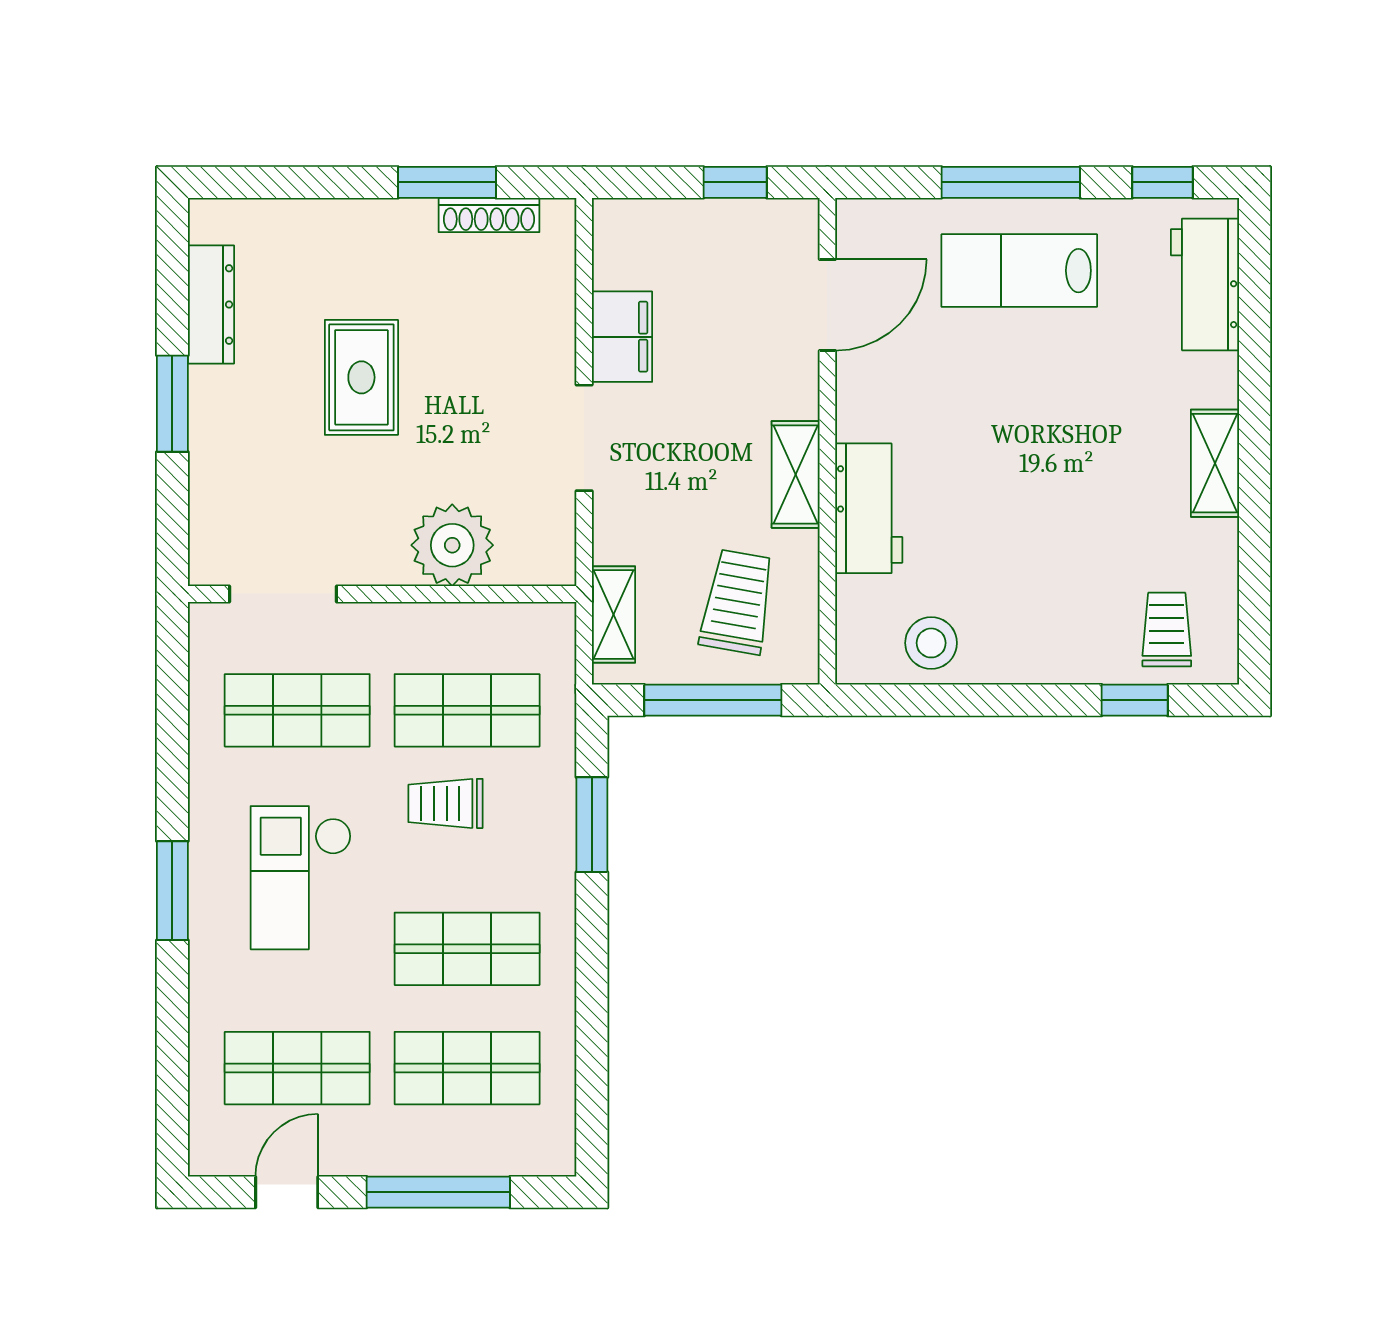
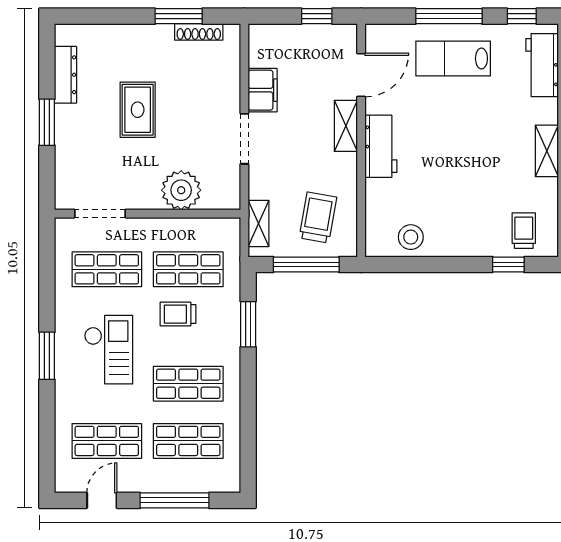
shelving: (796, 474) -> (346, 126), moved
workbench: (869, 508) -> (381, 146), moved
checkout: (301, 878) -> (109, 350), turned 180

